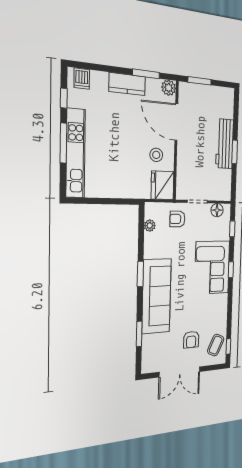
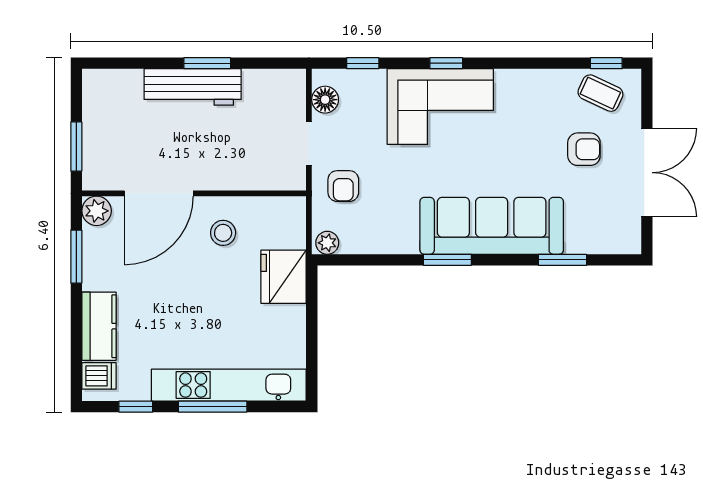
kitchen counter: (127, 84) -> (99, 326), moved
fridge: (162, 185) -> (284, 277), moved, turned 90
plant: (150, 226) -> (327, 243), moved

